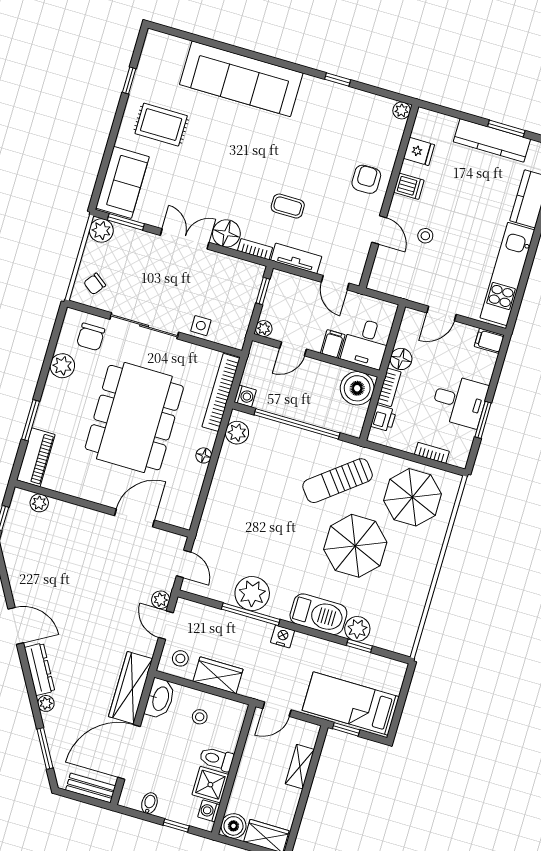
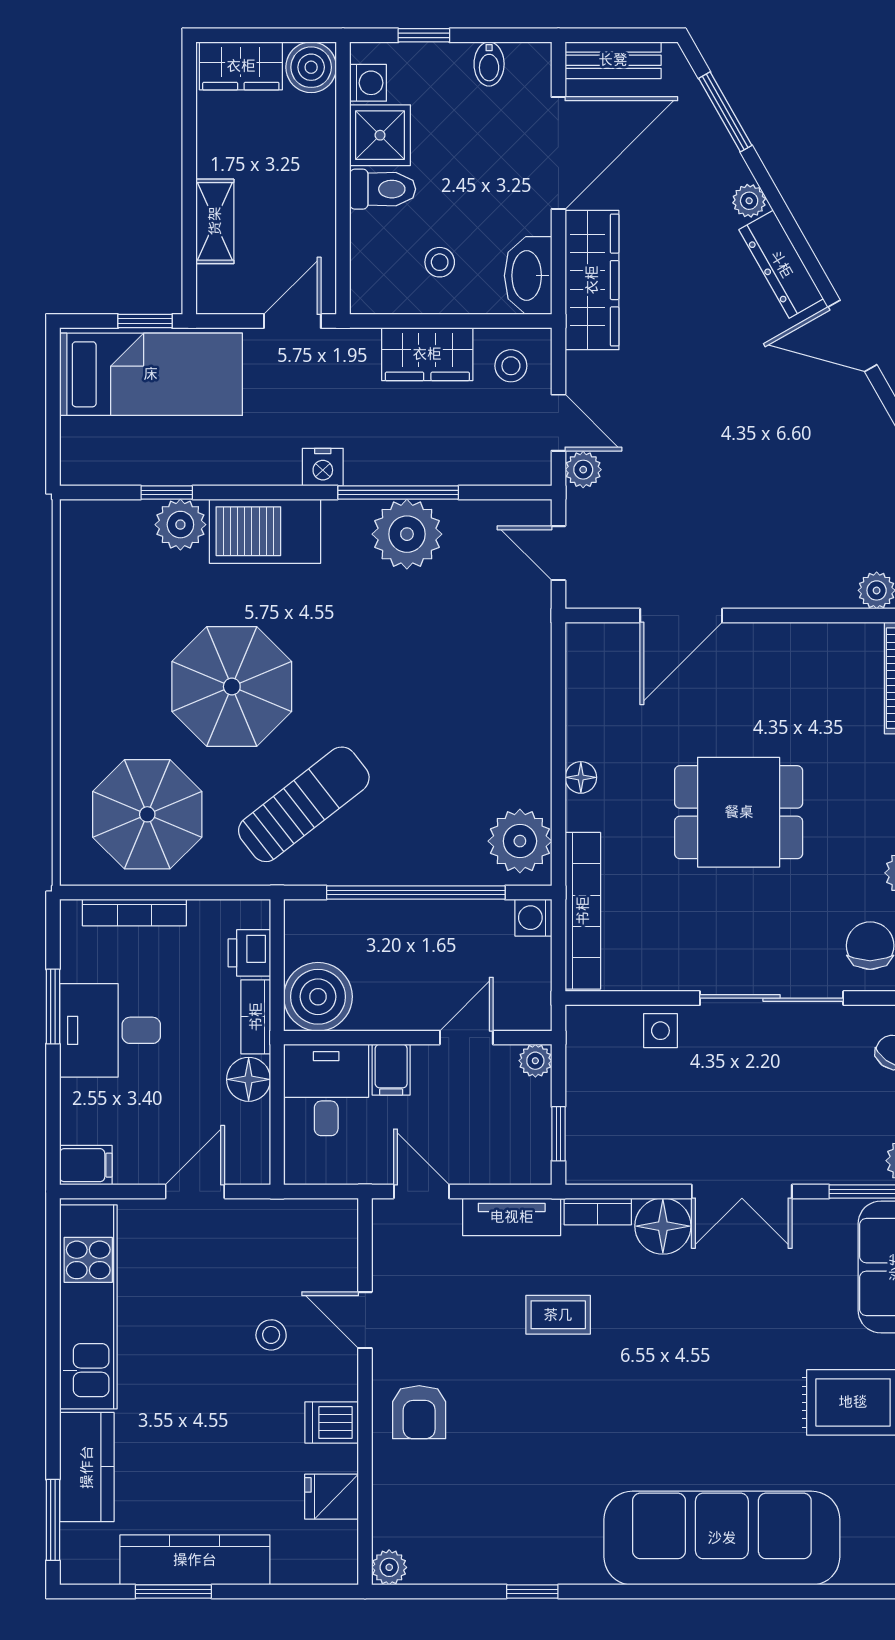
dining table: (134, 418) -> (739, 812), width x0.53, depth x0.80
plant: (237, 433) -> (520, 841), width x1.36, depth x1.36
bookcase: (432, 453) -> (134, 912), width x1.56

